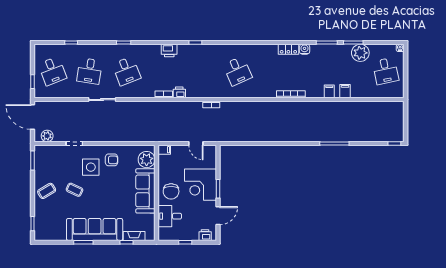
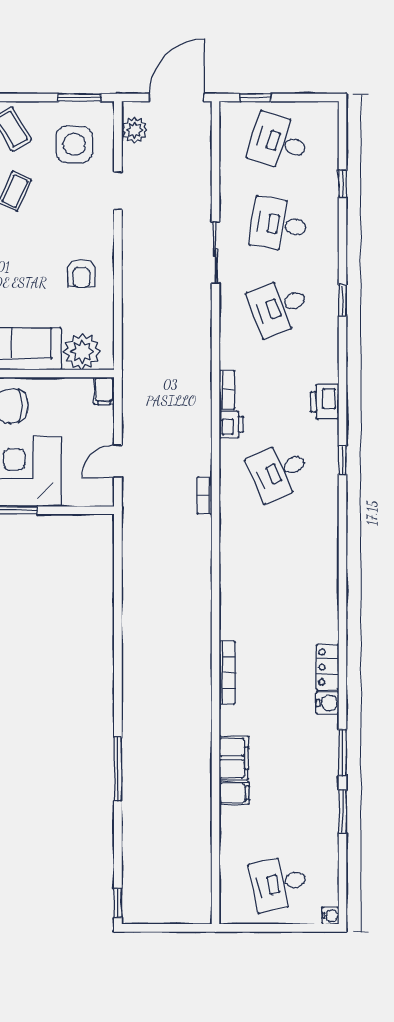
plant: (360, 53) -> (319, 827), removed
desk: (52, 71) -> (279, 142), turned 39
desk: (238, 71) -> (279, 472), moved
filing cabinet: (329, 91) -> (234, 758), width x2.00
side table: (91, 167) -> (74, 144), moved

